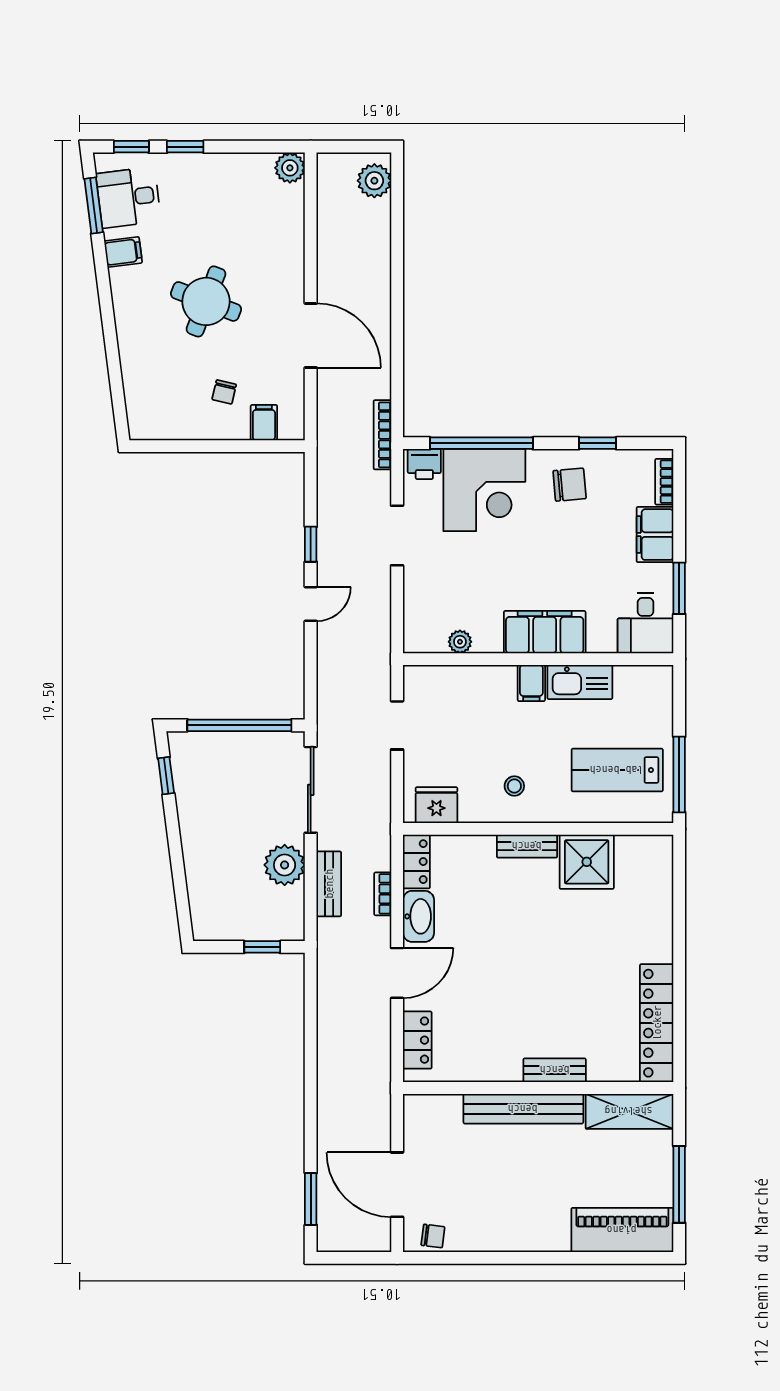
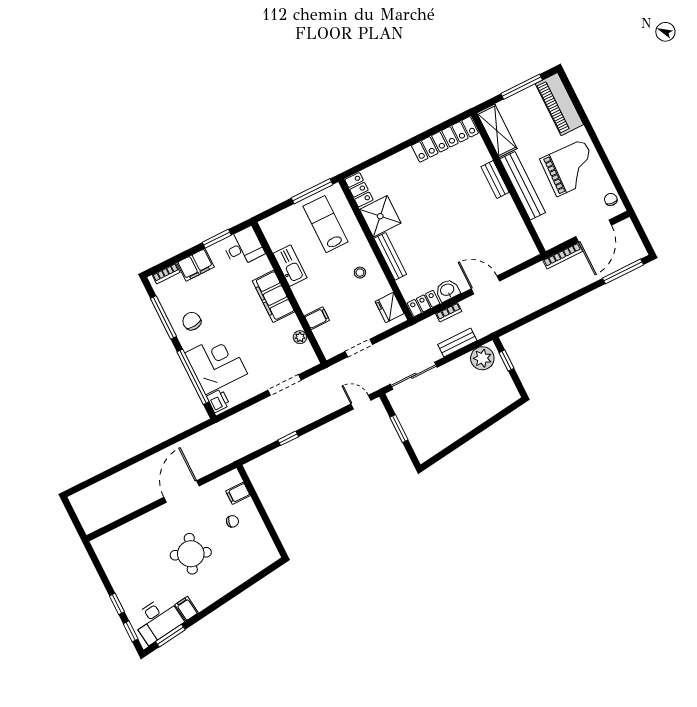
plant: (290, 168) -> (101, 545), removed
plant: (374, 181) -> (86, 498), removed
desk: (128, 197) -> (157, 620), width x1.37
bookcase: (382, 435) -> (563, 256), moved
window: (597, 443) -> (163, 317), width x2.17
doorway: (397, 535) -> (285, 385), moved
door: (311, 604) -> (361, 402), moved
filing cabinet: (531, 683) -> (317, 318), moved
window: (239, 725) -> (399, 429), width x0.47
lab bench: (617, 770) -> (326, 224), turned 180
window: (166, 776) -> (443, 453), removed
bench: (527, 846) -> (390, 256), width x1.36
plant: (285, 865) -> (482, 358), moved
washbasin: (418, 916) -> (447, 290), width x0.72
locker: (417, 1040) -> (359, 190), moved, turned 90
grand piano: (514, 1197) -> (570, 168), added
window: (311, 1199) -> (623, 271), width x1.44

